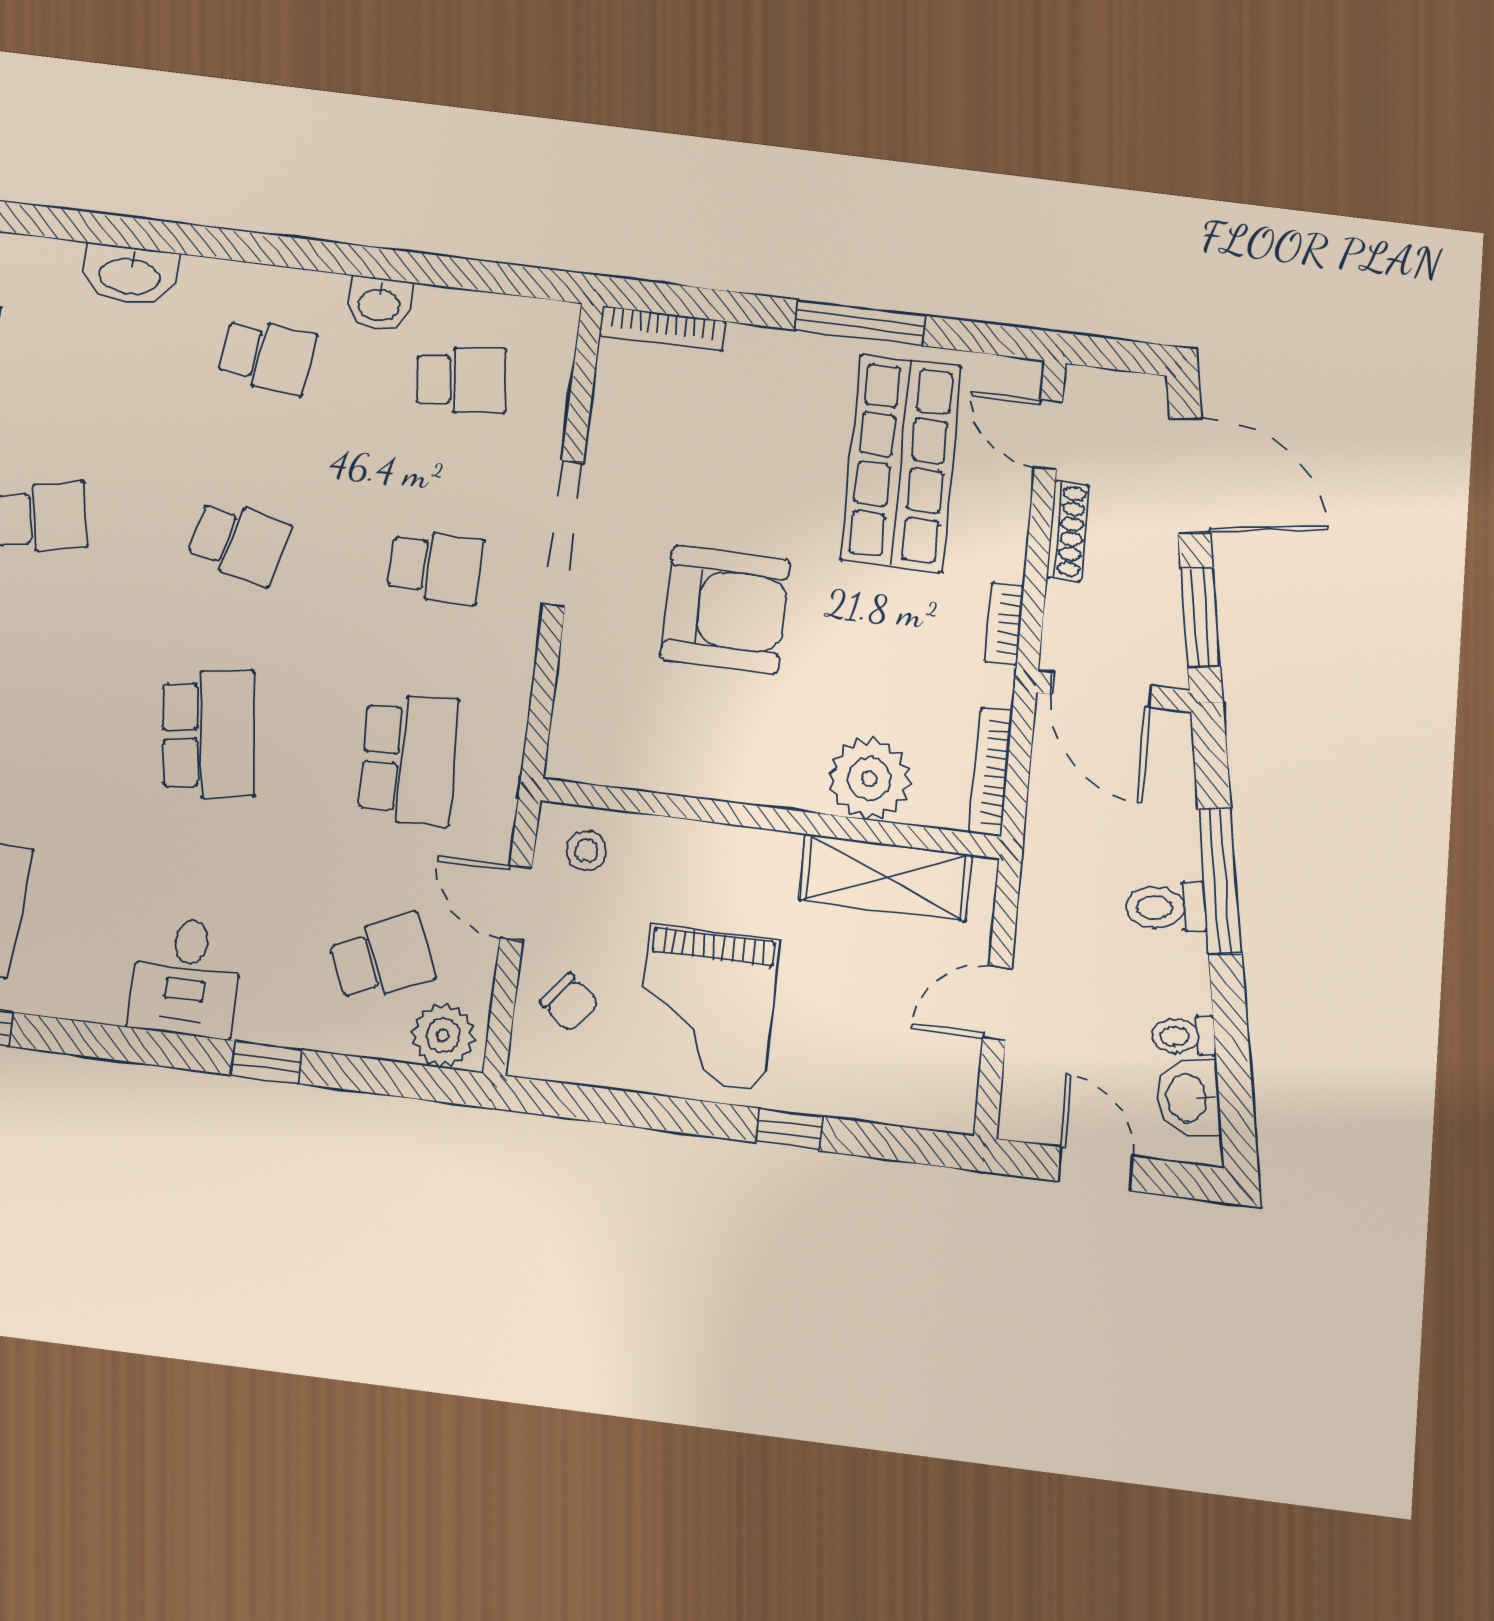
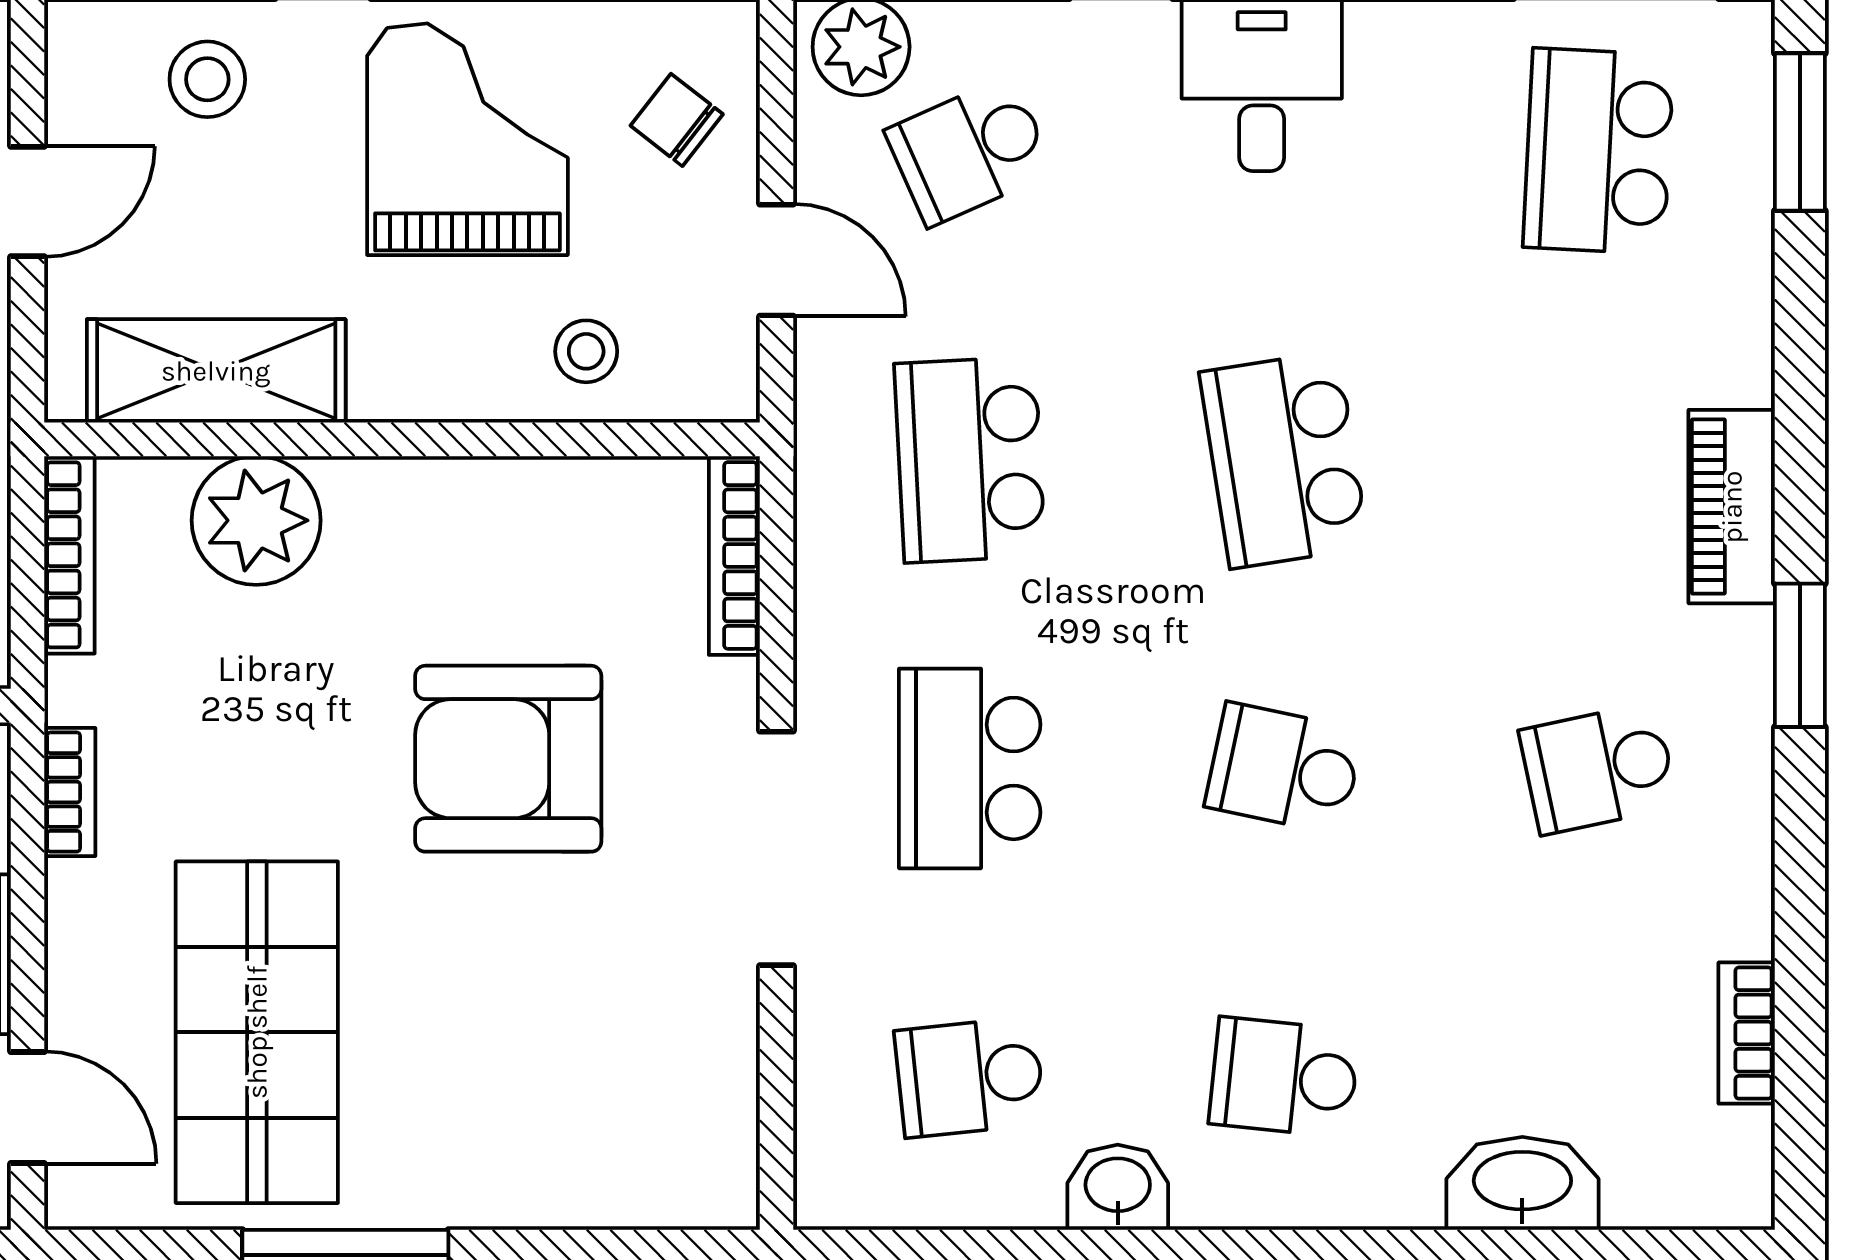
bookcase: (662, 328) -> (734, 555), moved, turned -90
school desk: (436, 567) -> (970, 768), width x1.85
stool: (587, 851) -> (586, 351), moved
stool: (872, 1069) -> (207, 79), added

